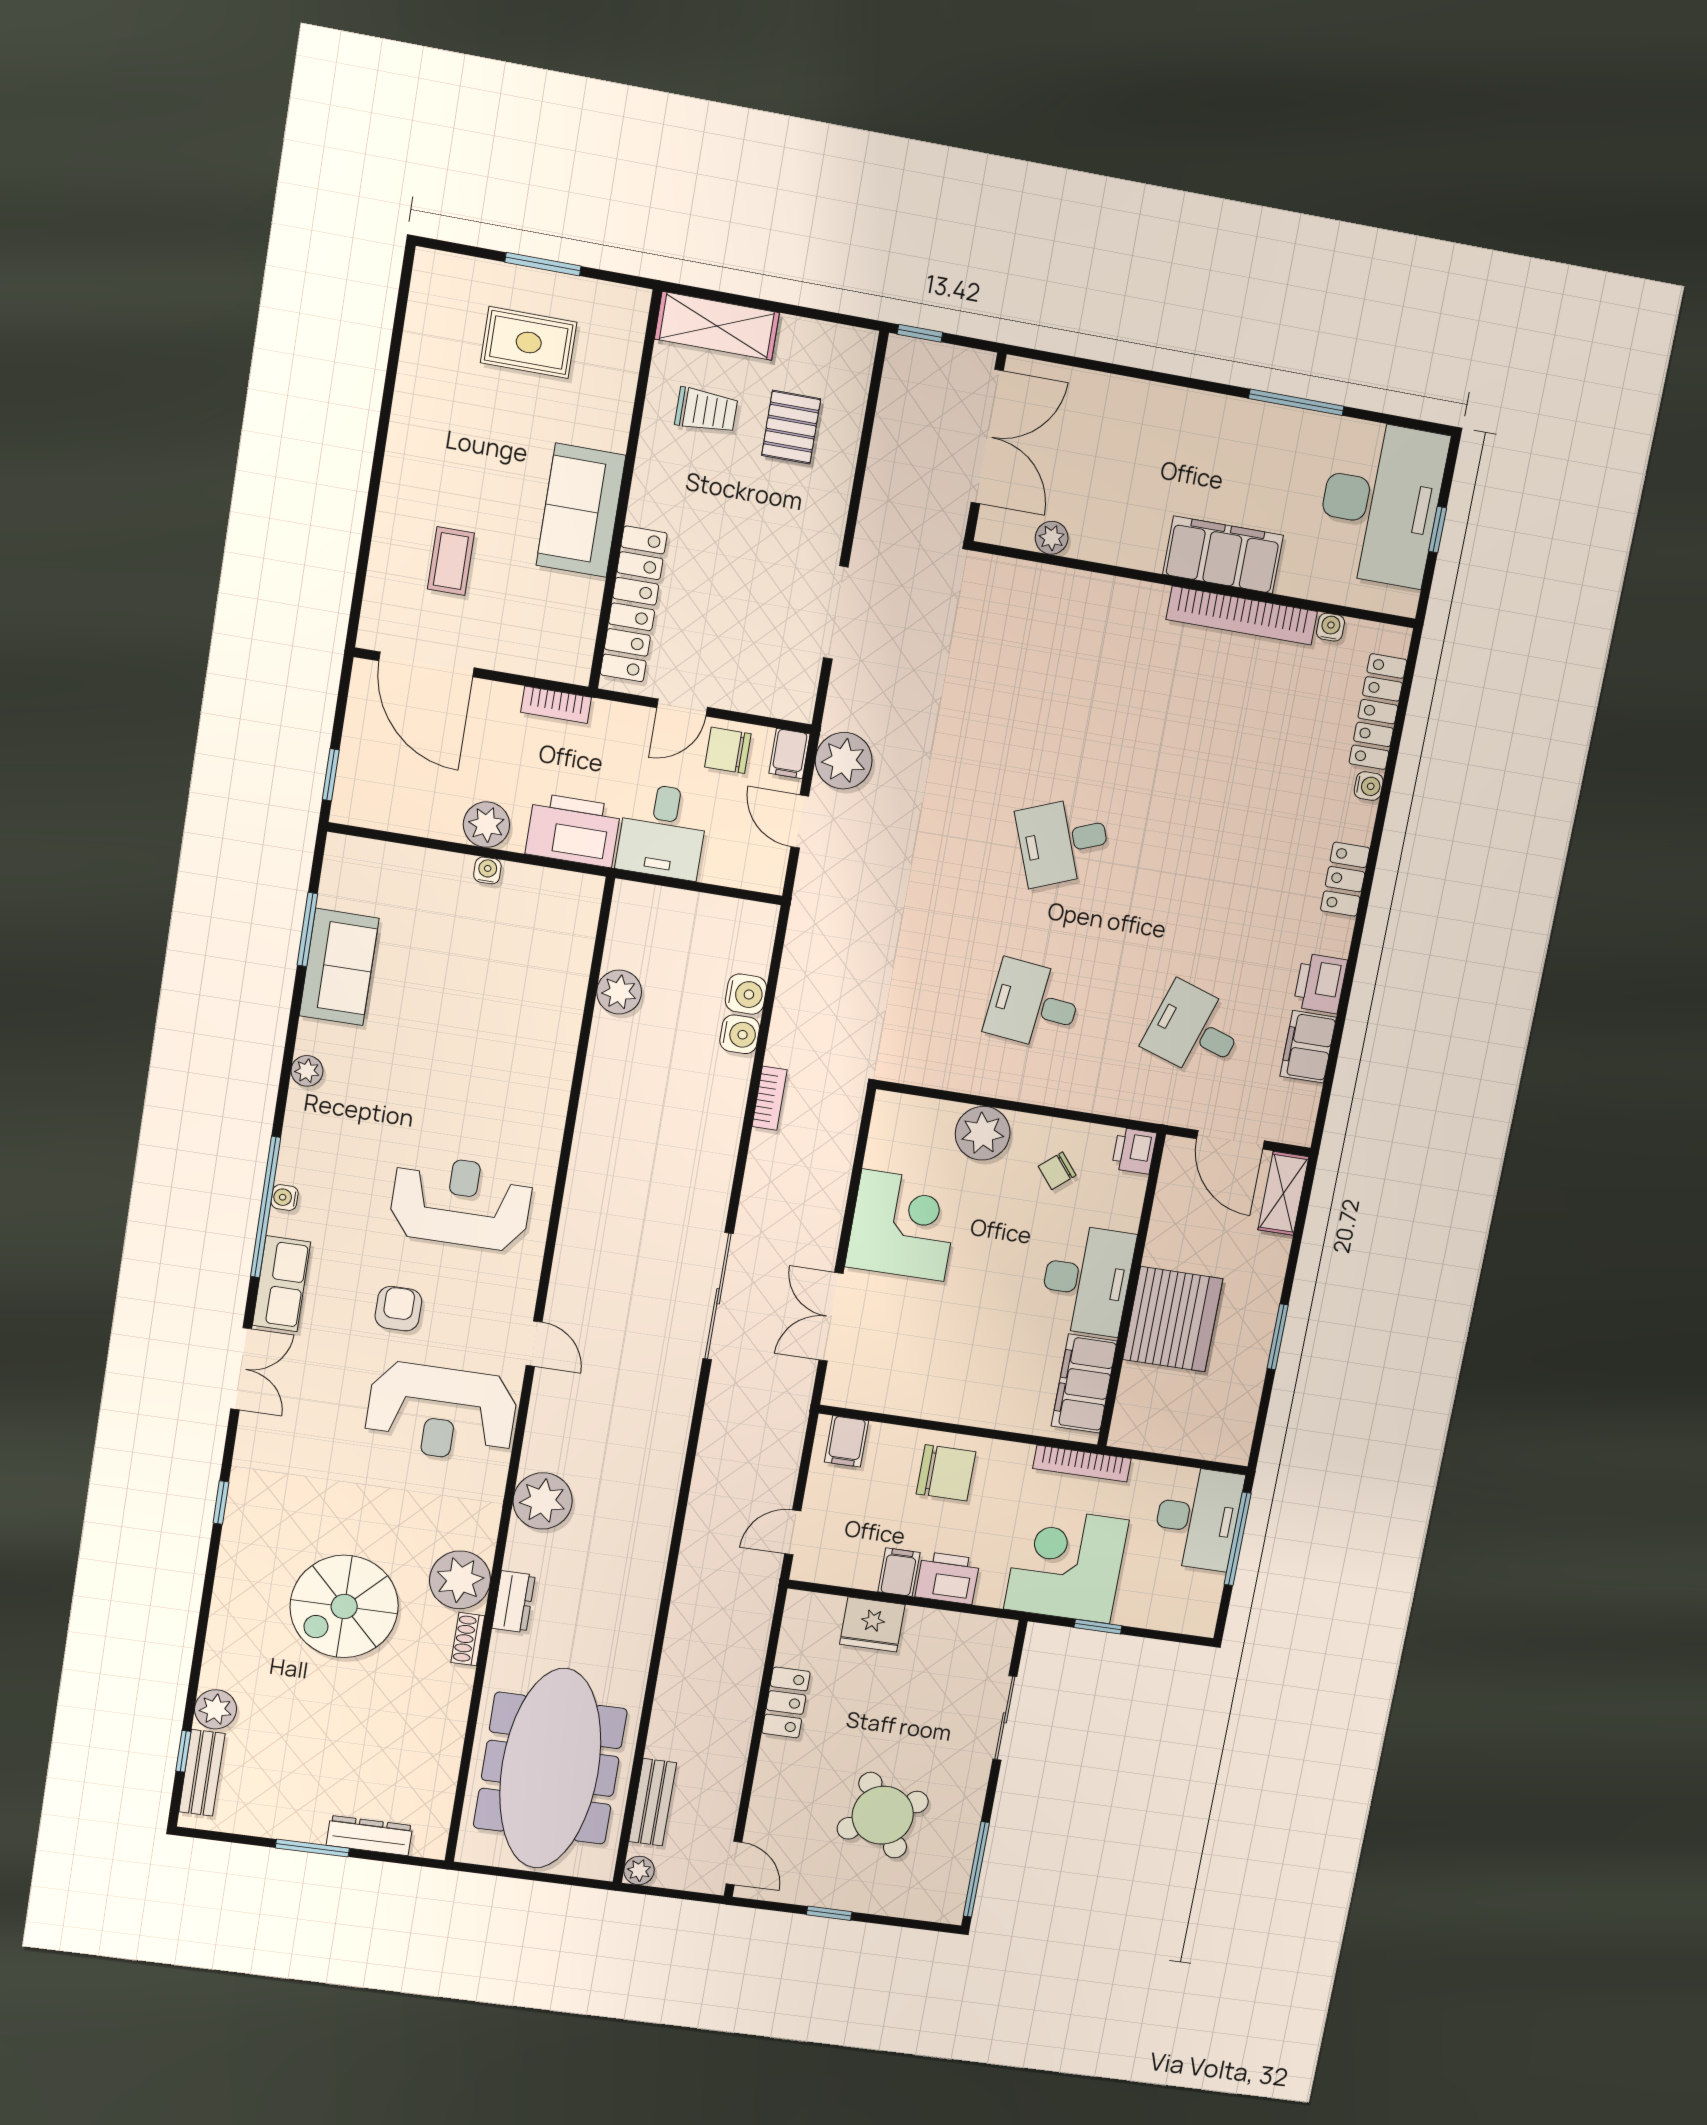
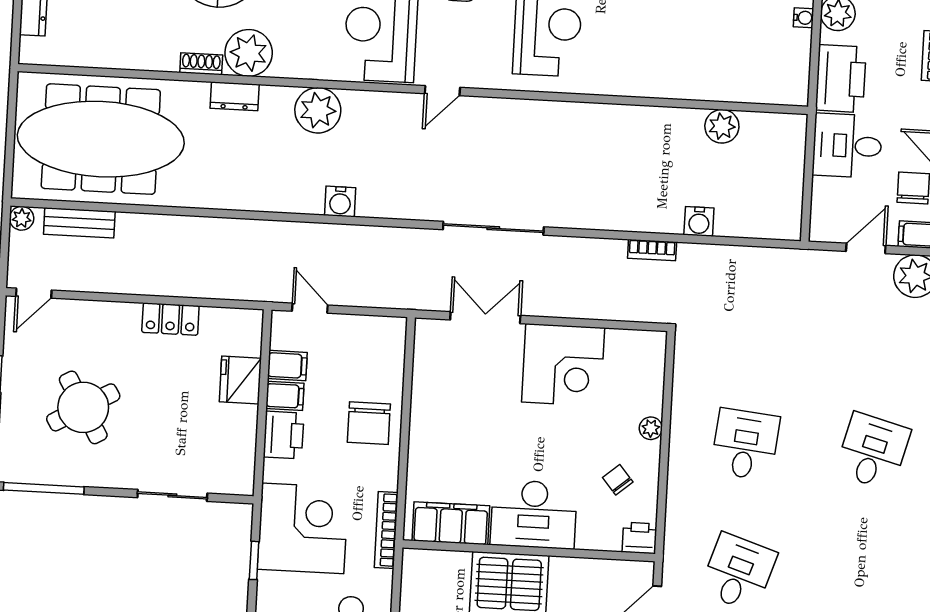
desk: (1063, 841) -> (873, 451), turned 36
water cooler: (746, 994) -> (340, 202), moved
plant: (983, 1133) -> (651, 428), width x0.53, depth x0.53
filing cabinet: (847, 1441) -> (287, 365), moved, turned 180

